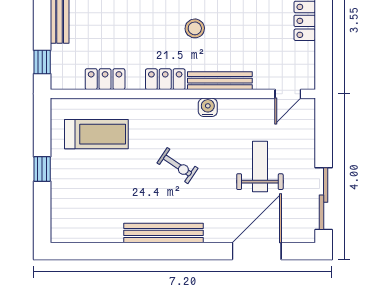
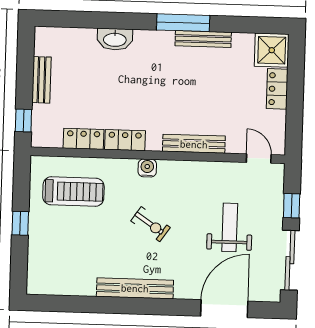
stool: (195, 28) -> (171, 93), removed
locker: (165, 79) -> (125, 140), moved
door: (288, 94) -> (259, 158), swing flipped
water cooler: (208, 107) -> (147, 168), moved
window: (324, 142) -> (292, 206), added

